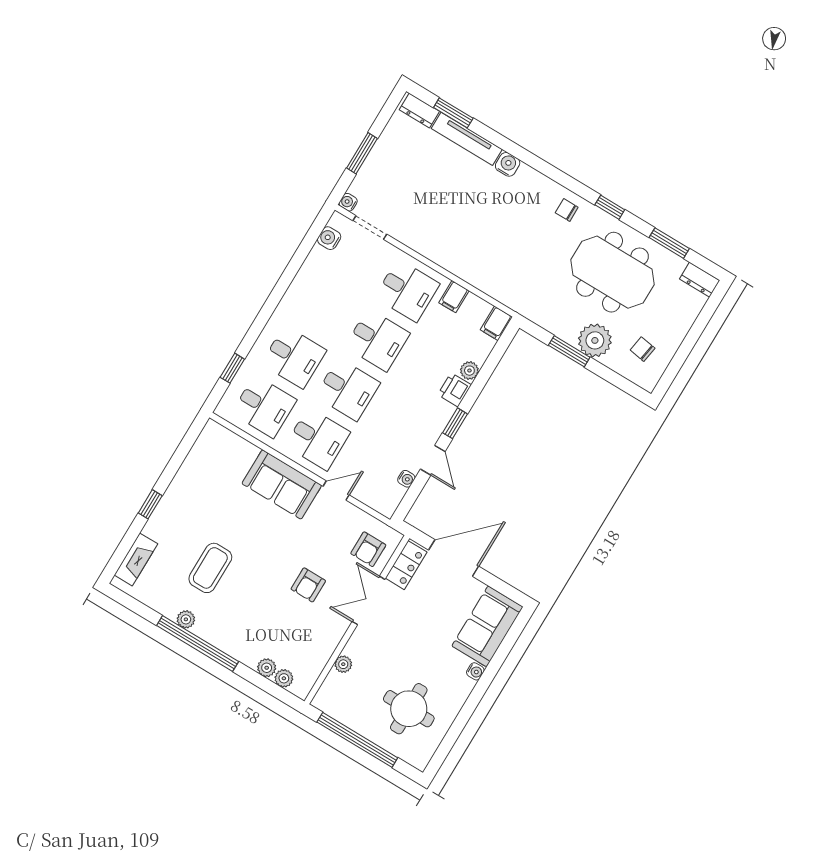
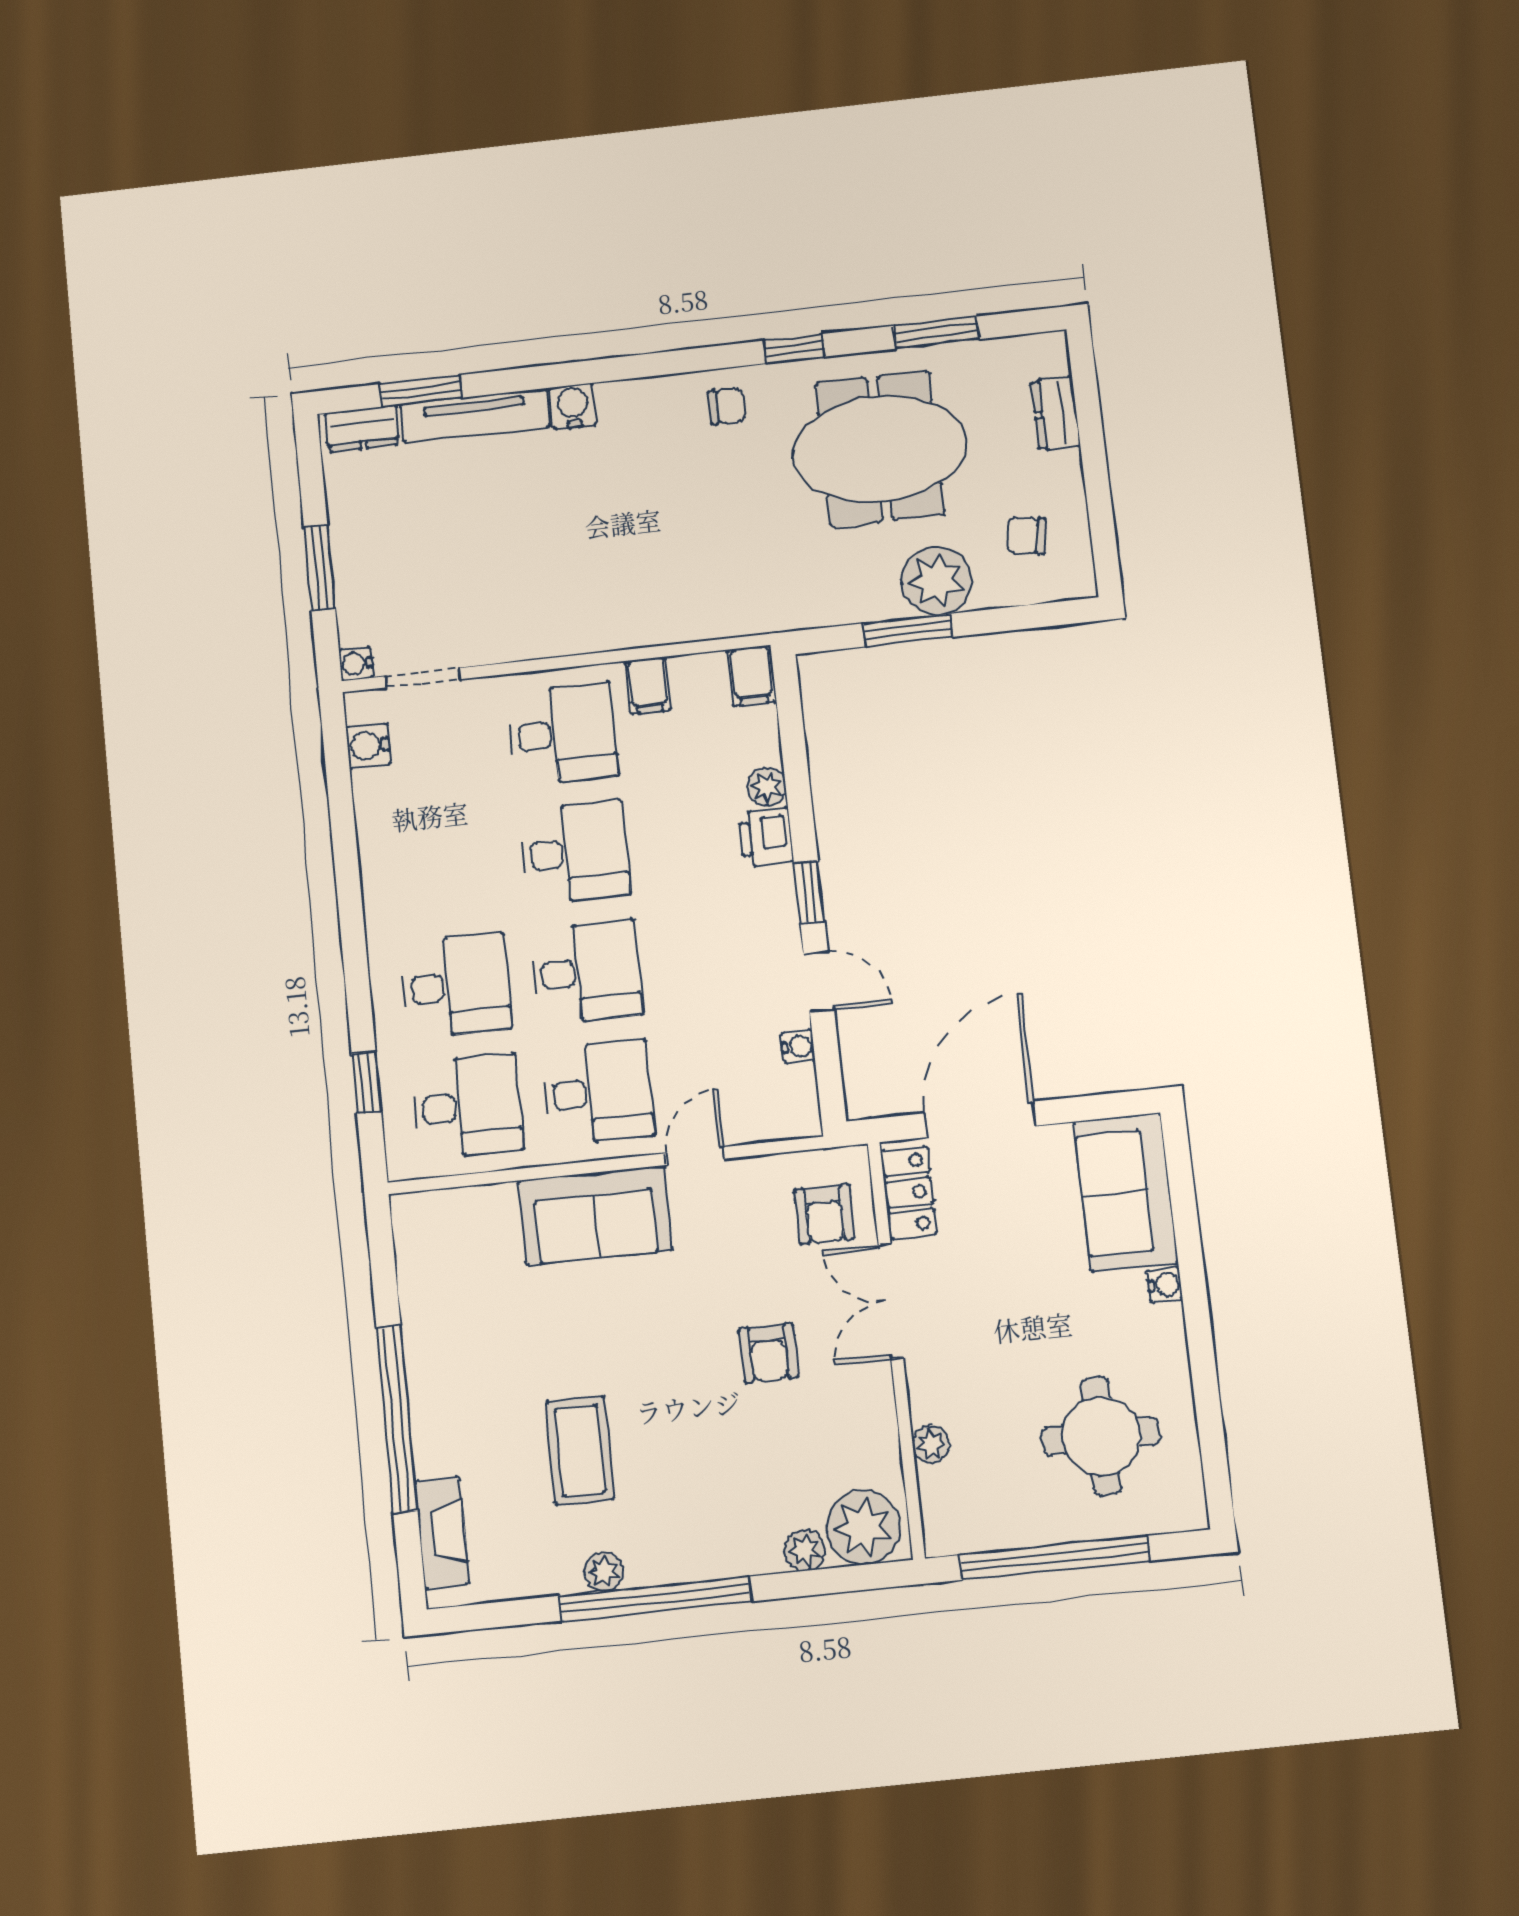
chair: (567, 210) -> (726, 406), turned 180
dresser: (700, 280) -> (1056, 413), moved, turned 90
window: (150, 504) -> (397, 1419), width x3.17
plant: (284, 678) -> (863, 1527), width x1.87, depth x1.87

